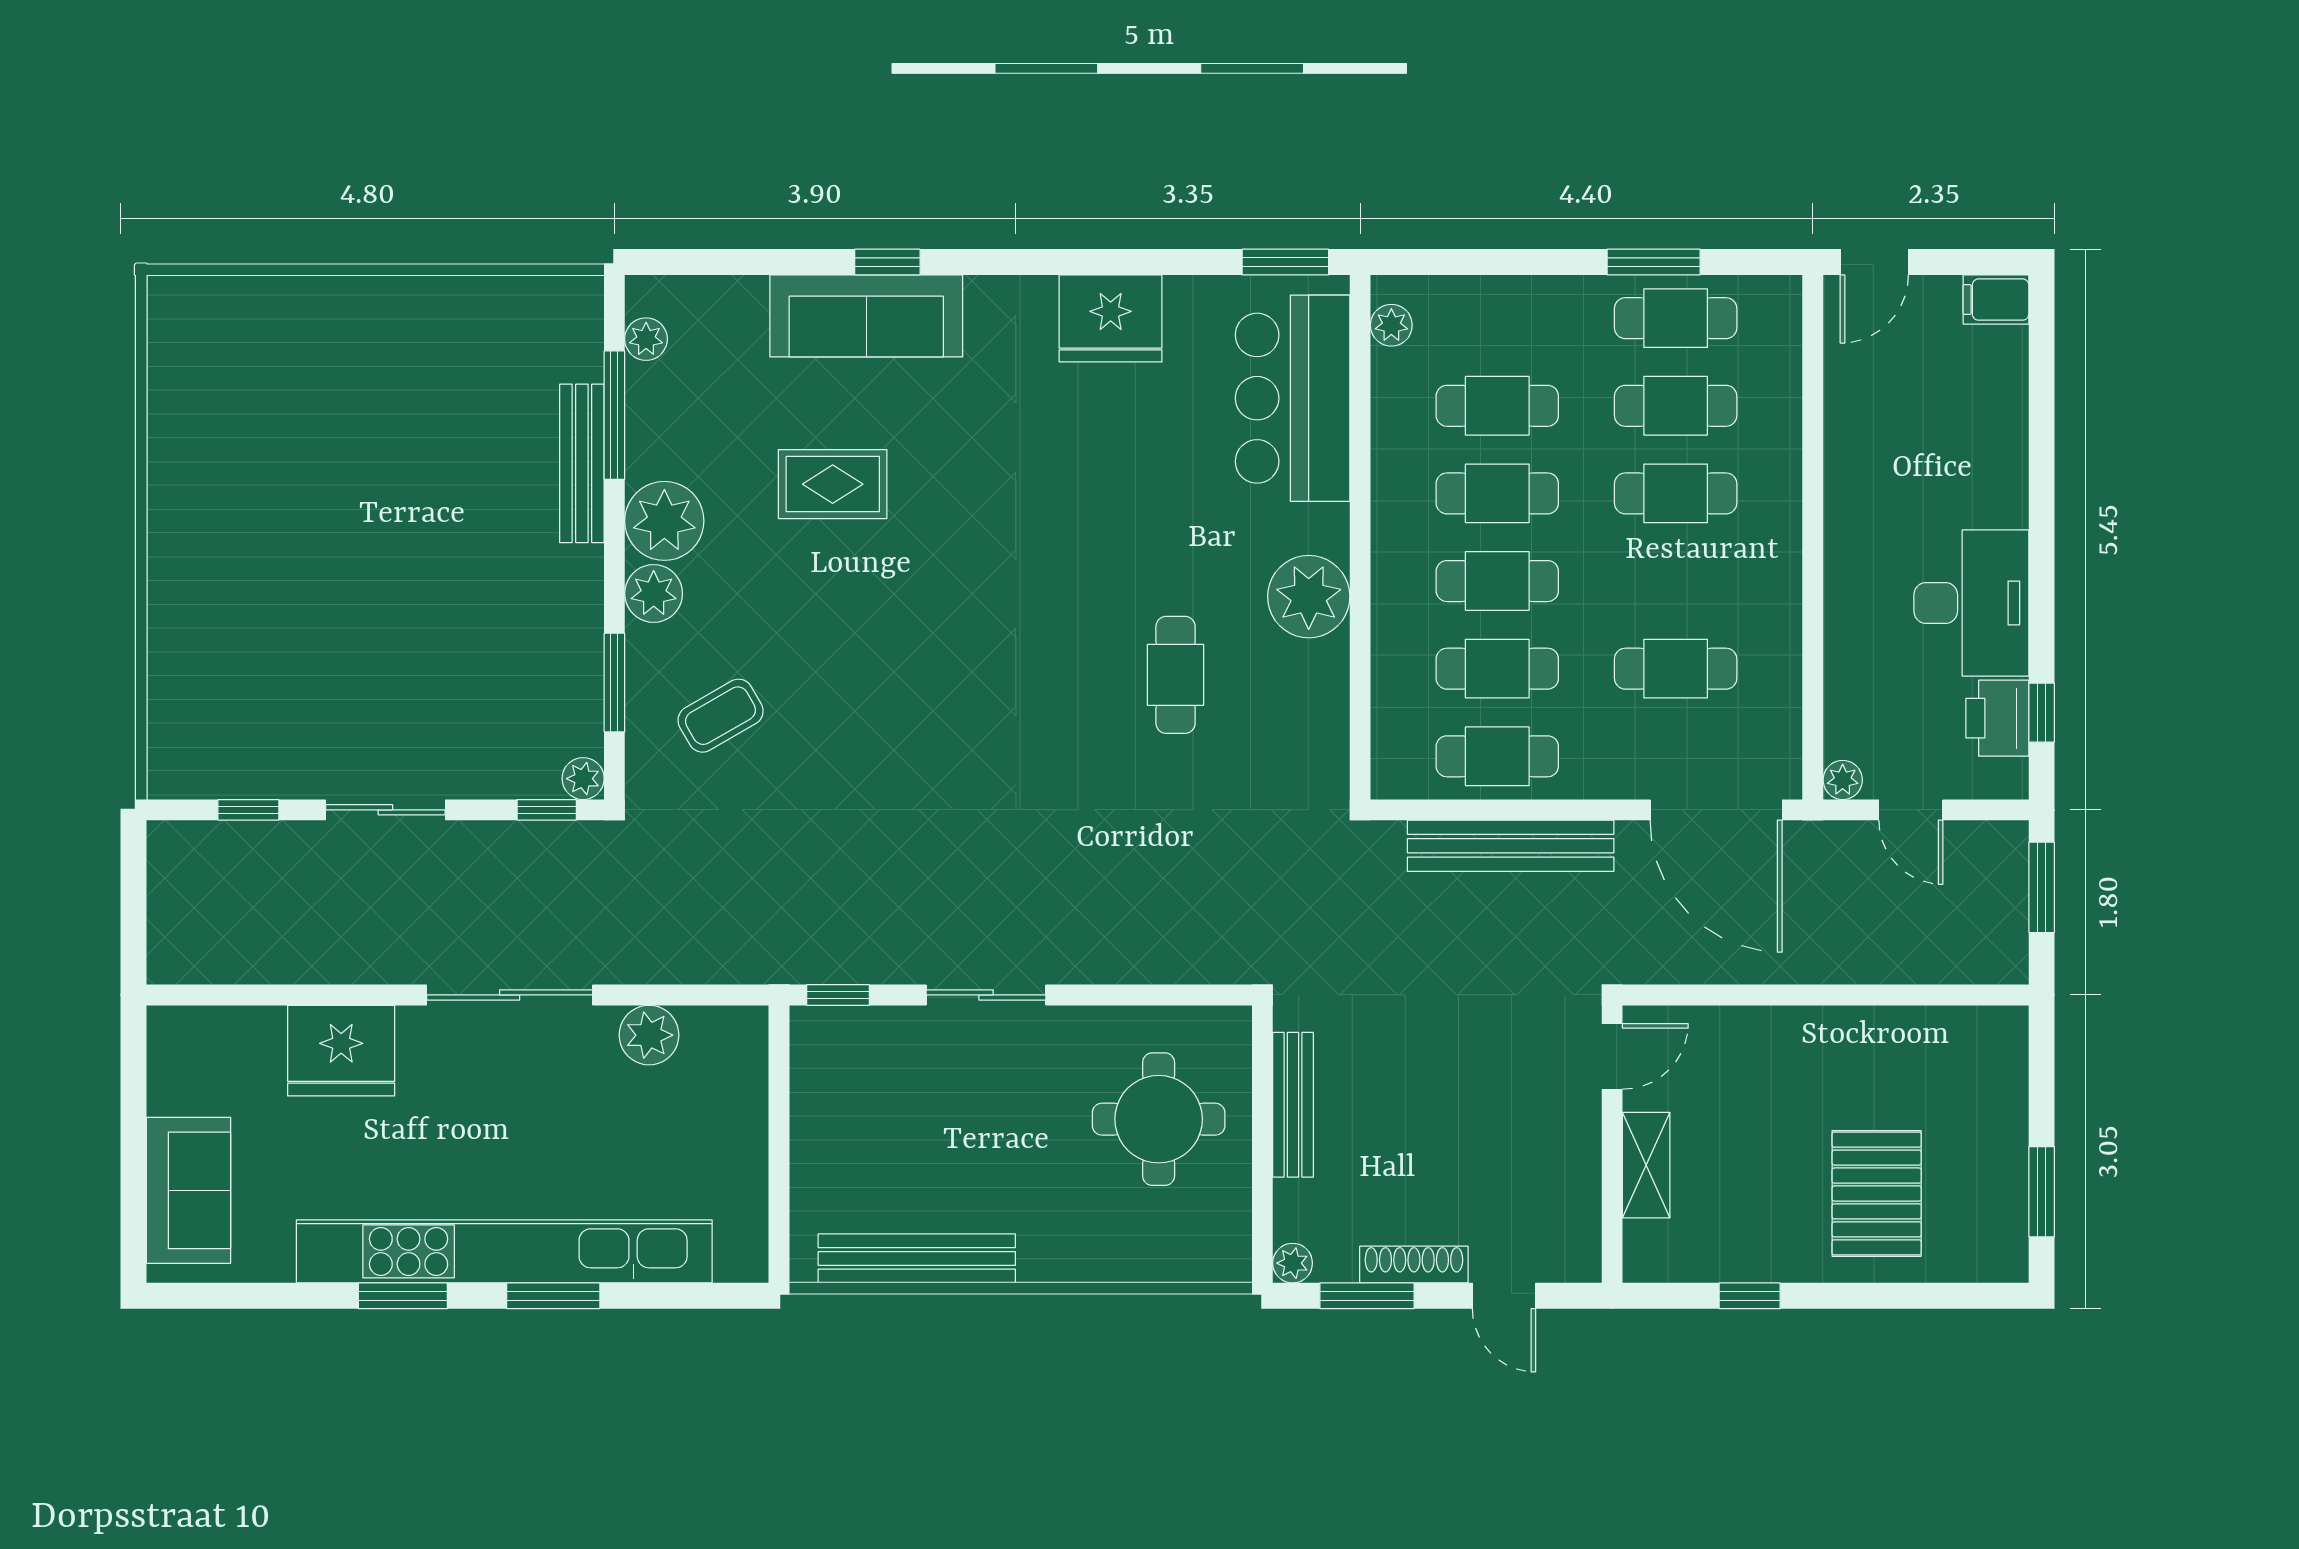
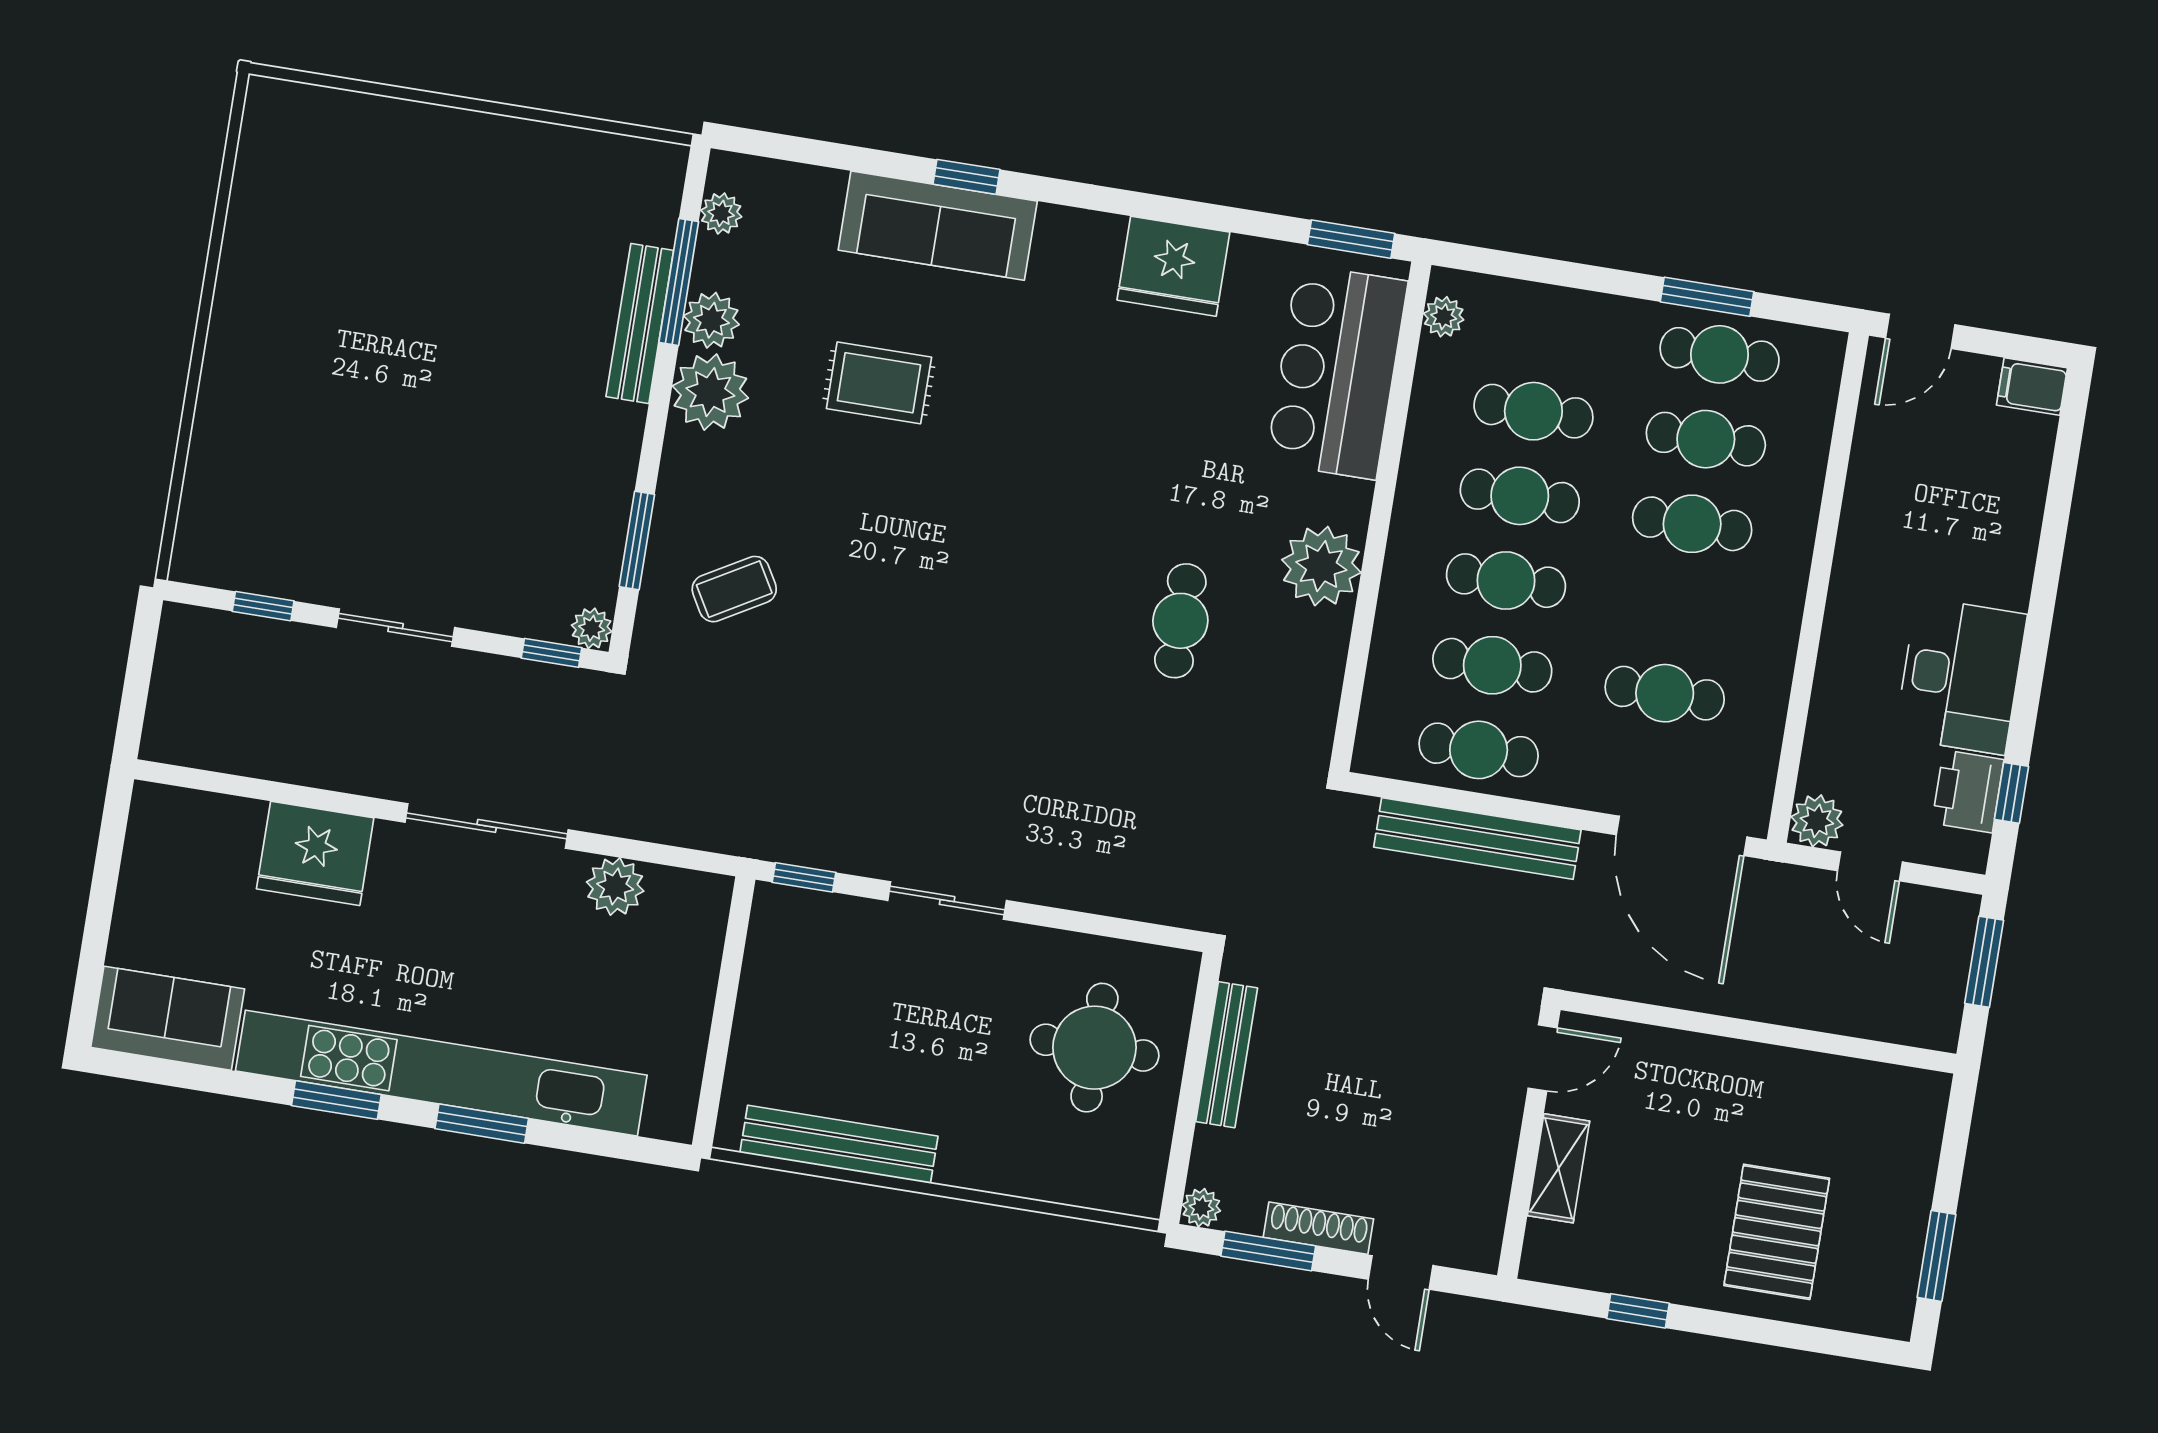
plant: (654, 593) -> (711, 320), moved
plant: (1843, 780) -> (1817, 821), width x1.38, depth x1.38
sofa: (189, 1190) -> (168, 1018), moved, turned -90

